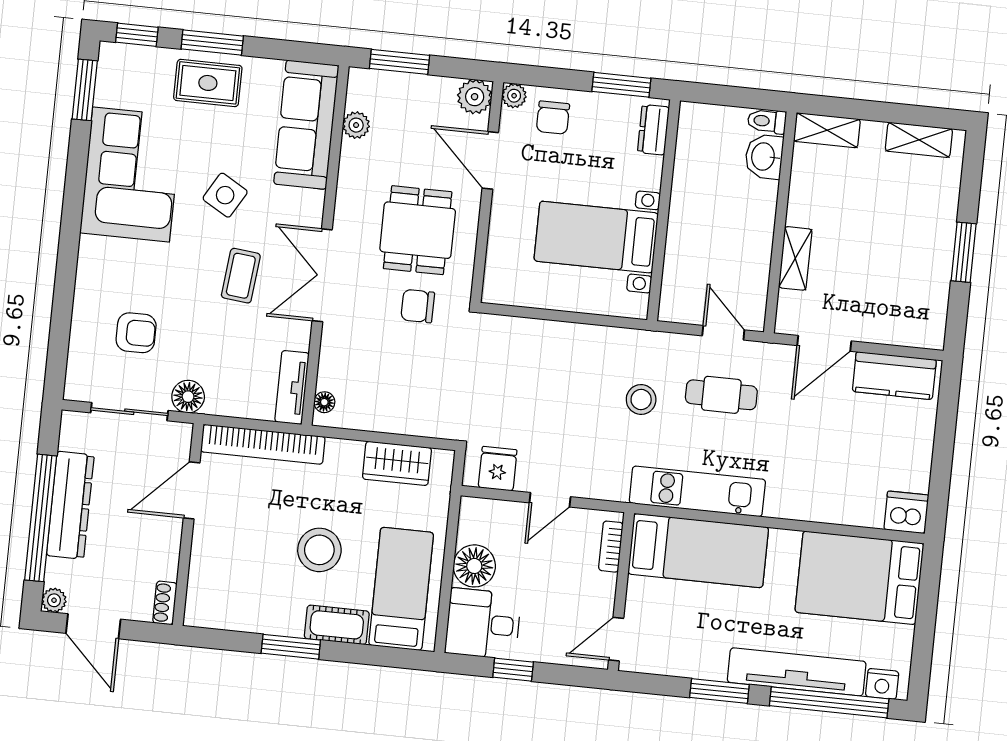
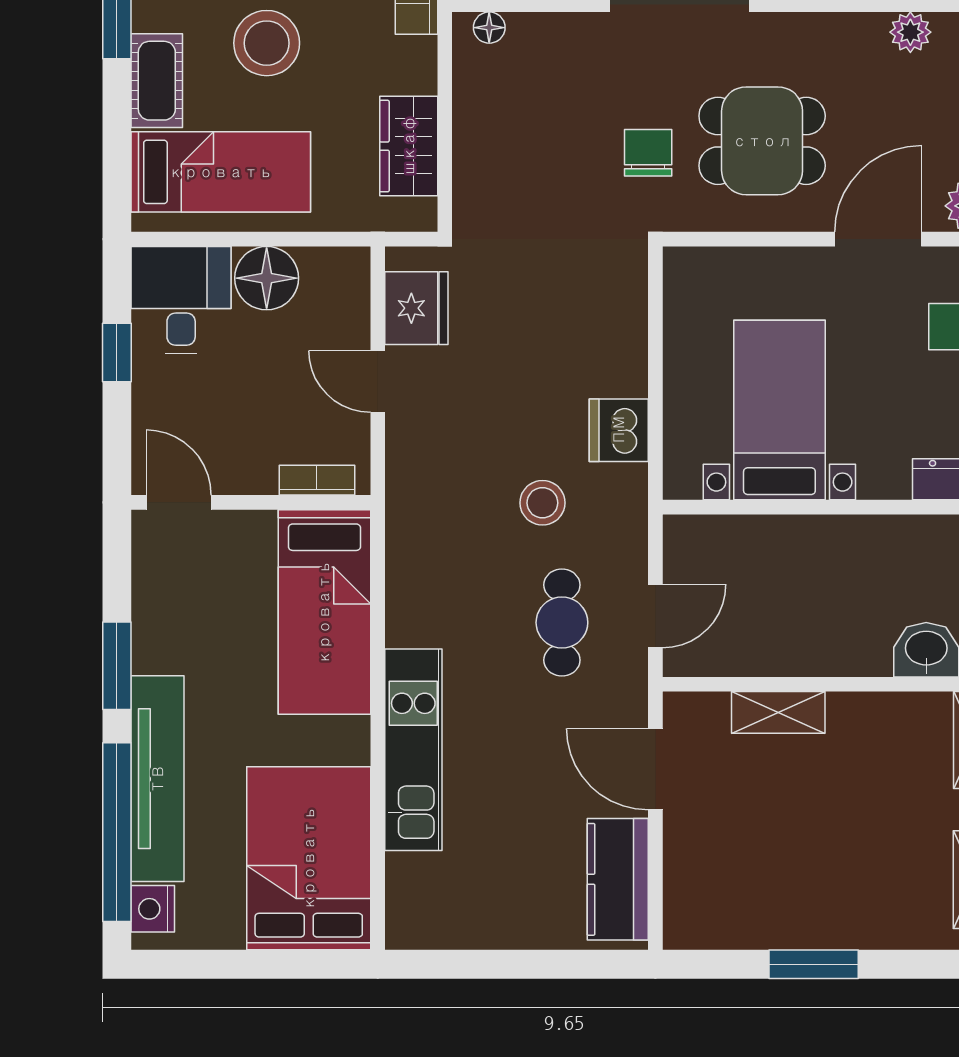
fridge: (498, 469) -> (416, 308), width x1.38
kitchen unit: (697, 491) -> (413, 750), moved
dishwasher: (906, 512) -> (619, 430), moved, turned 180

